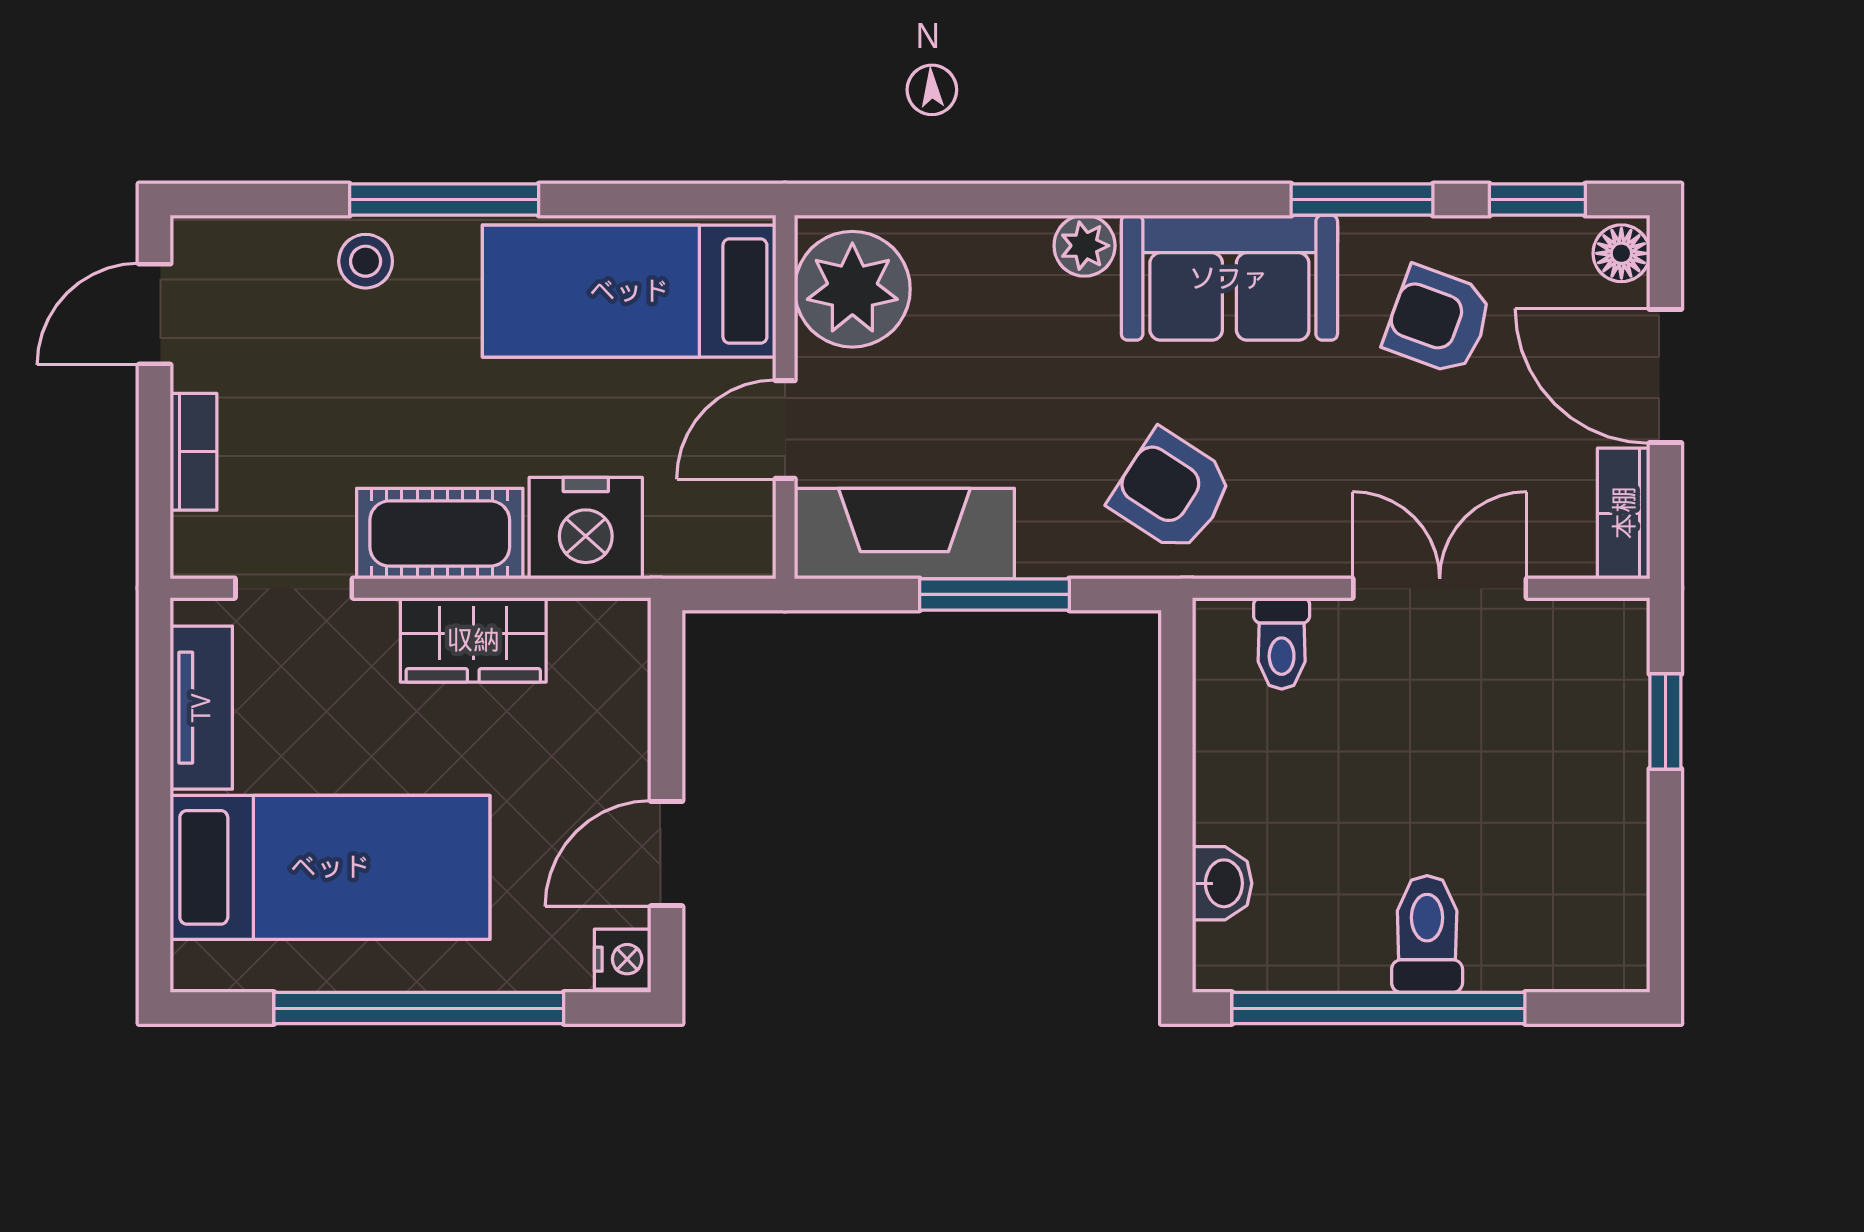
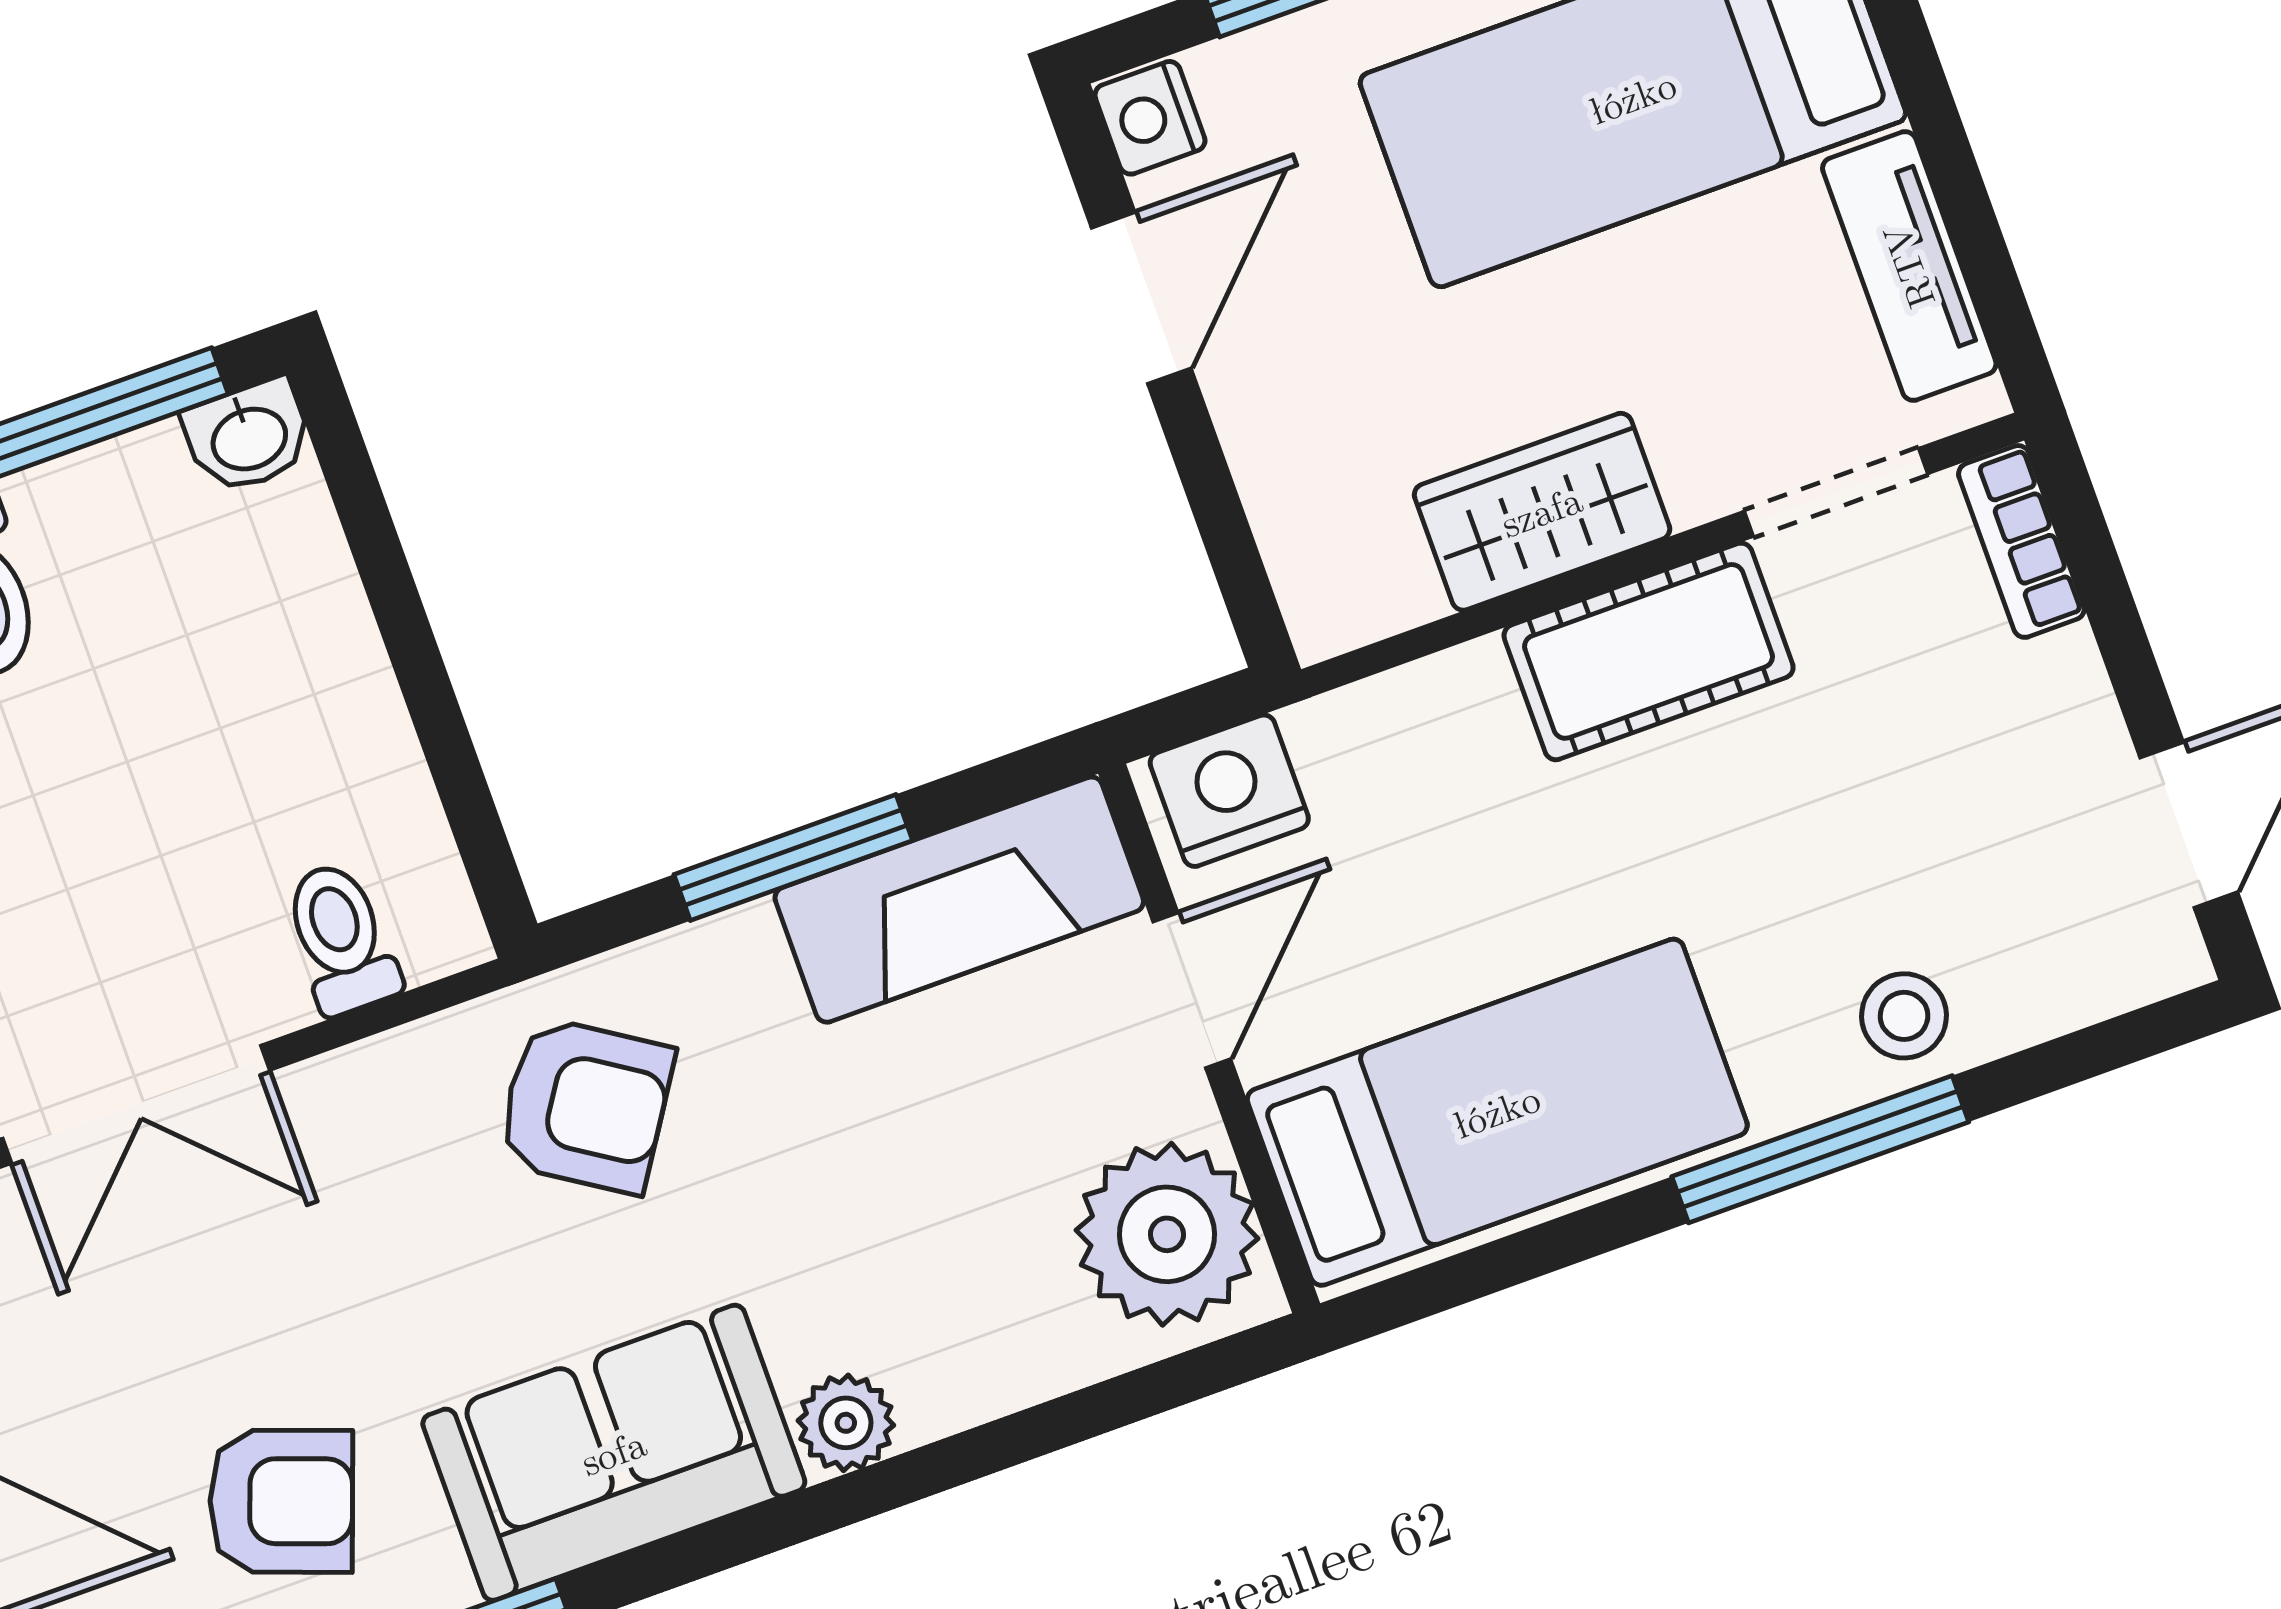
bookcase: (194, 452) -> (2021, 541), moved
nightstand: (586, 528) -> (1229, 791), moved, width x0.74, depth x0.75
washbasin: (1222, 883) -> (248, 436), moved, turned -90

